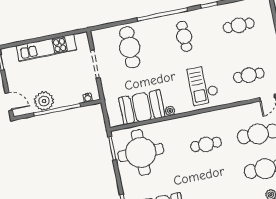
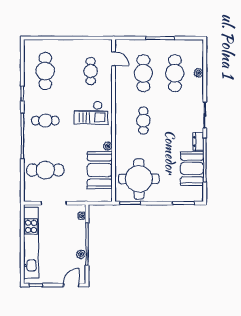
cafe table: (239, 25) -> (45, 71), width x1.37, depth x1.35
kitchen unit: (46, 48) -> (31, 243), width x1.36
plant: (44, 101) -> (81, 254), width x0.53, depth x0.53

